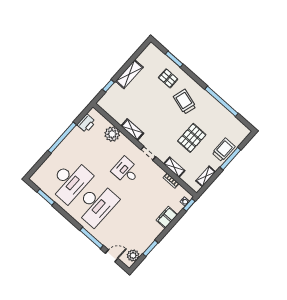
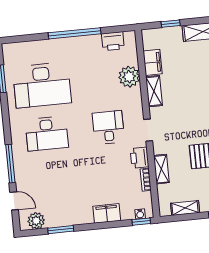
filing cabinet: (118, 115) -> (153, 62), added
printer: (157, 172) -> (140, 158), added
desk: (96, 204) -> (47, 134), width x0.73, depth x0.77

